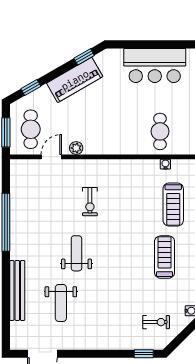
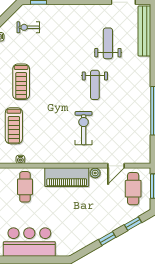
window: (84, 57) -> (107, 238), moved
piano: (75, 80) -> (67, 177), moved, turned -150
exercise bike: (90, 202) -> (84, 128), width x1.38, depth x1.39
treadmill: (173, 205) -> (14, 126), turned 180
bench: (17, 290) -> (144, 31), moved

